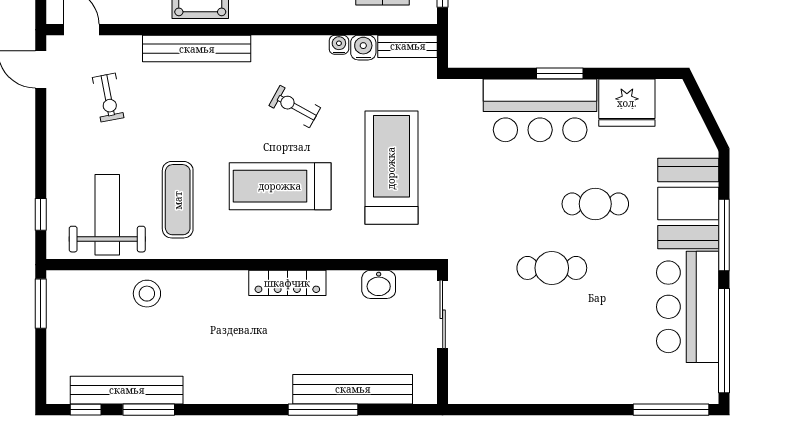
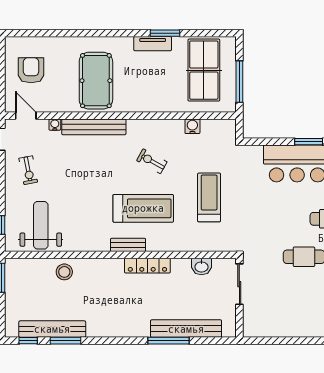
water cooler: (339, 45) -> (55, 125), moved
bench: (408, 46) -> (128, 245), moved
exercise bike: (108, 98) -> (28, 170), moved
treadmill: (391, 168) -> (209, 197), width x0.73, depth x0.73
treadmill: (280, 186) -> (143, 208), turned 180
exercise mat: (178, 200) -> (83, 216), removed

